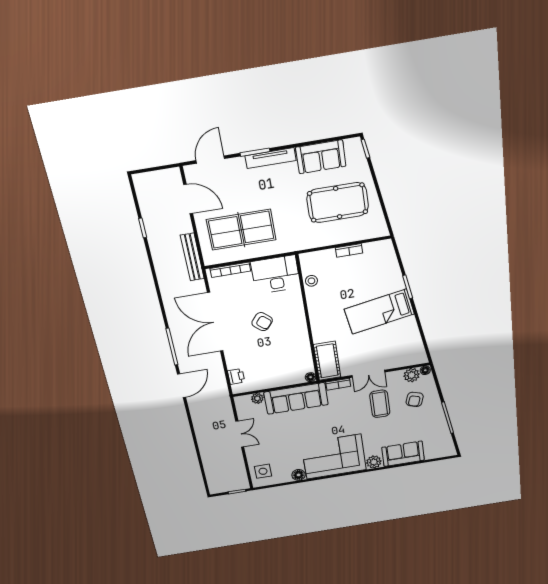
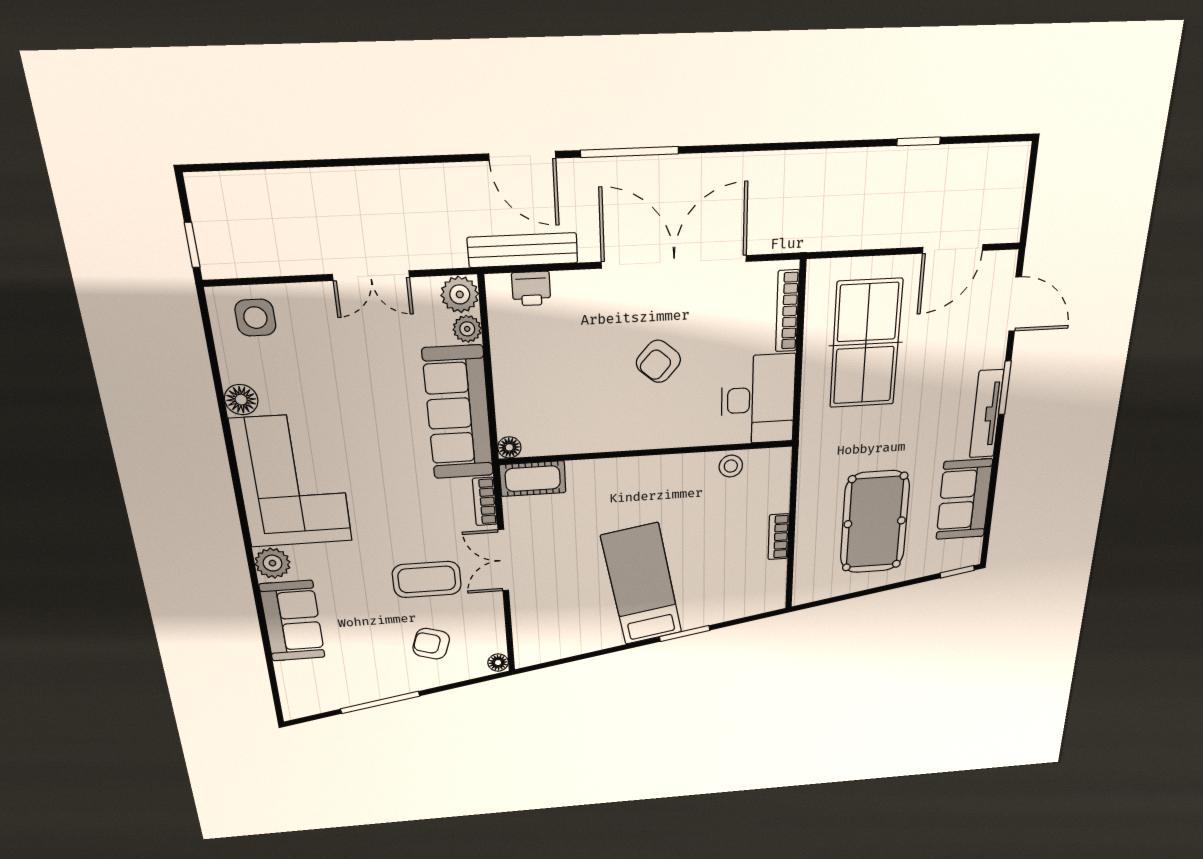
bench: (192, 257) -> (523, 250), moved
cot: (327, 361) -> (533, 479), width x0.73, depth x0.75
plant: (412, 375) -> (460, 294), moved

